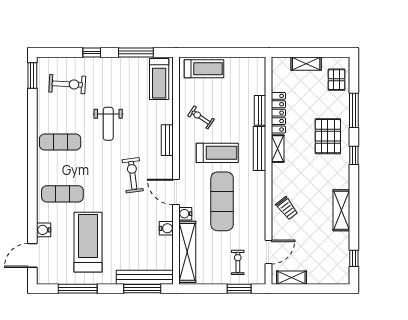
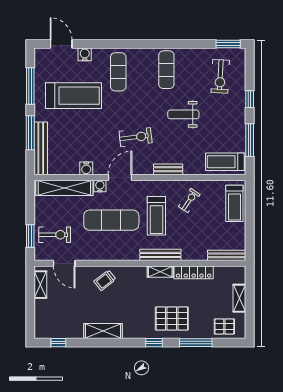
bench: (260, 110) -> (227, 255), moved, width x1.36
exercise bike: (238, 262) -> (55, 235), width x1.38, depth x1.39
window: (142, 289) -> (30, 133), moved

